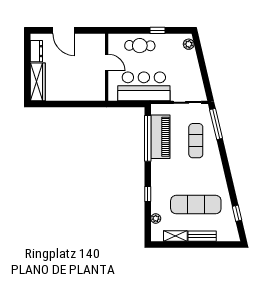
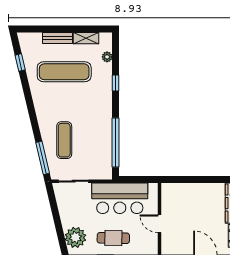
plant: (189, 44) -> (75, 237), width x1.88, depth x1.88
cafe table: (140, 46) -> (113, 238), moved
piano: (160, 137) -> (102, 144), removed

